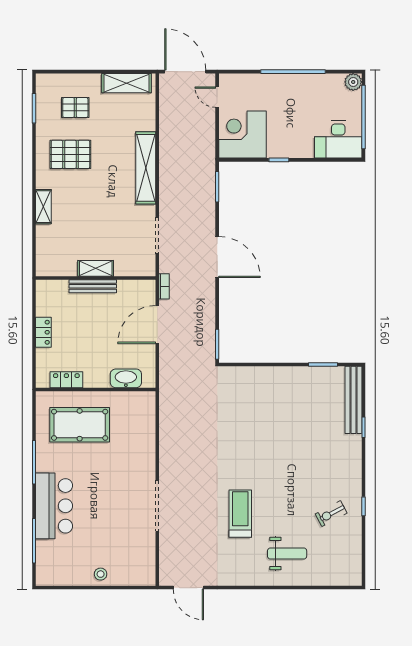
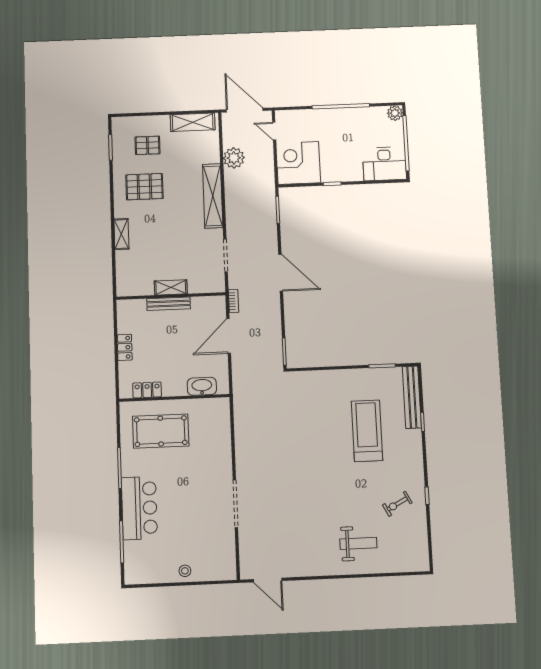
plant: (171, 126) -> (234, 158), added
treadmill: (240, 514) -> (367, 431), moved, width x1.37, depth x1.38

